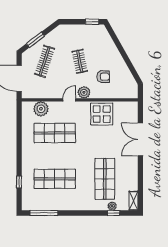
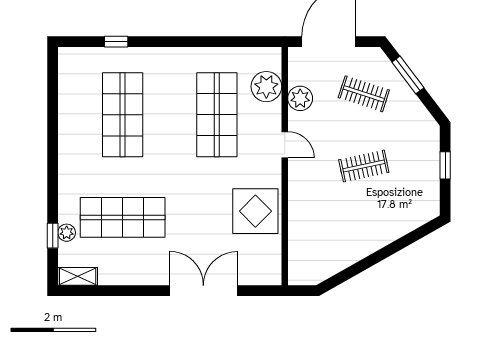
window: (92, 22) -> (445, 165), moved
clothes rail: (45, 61) -> (364, 94), width x0.73
armchair: (103, 77) -> (332, 214), removed
plant: (84, 92) -> (300, 98), moved
window: (44, 213) -> (53, 92), removed

